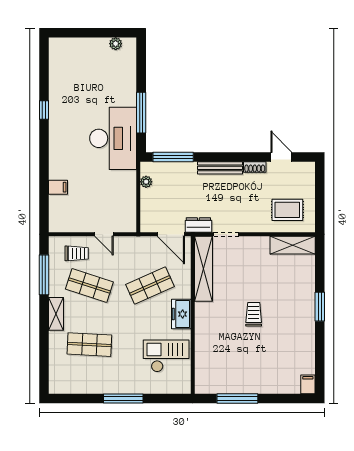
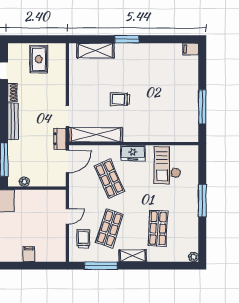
rug: (287, 210) -> (39, 59), moved
shelving: (293, 245) -> (95, 50), moved, turned 90
trolley: (254, 314) -> (120, 99), moved
plant: (55, 388) -> (194, 257), added

